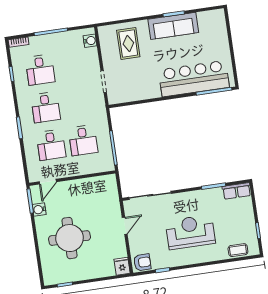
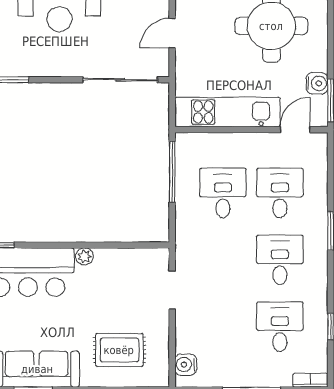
rug: (128, 43) -> (119, 350), turned 90
plant: (156, 93) -> (84, 256), added
kitchen unit: (87, 186) -> (227, 112), added

